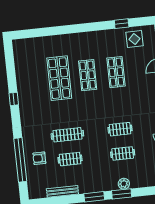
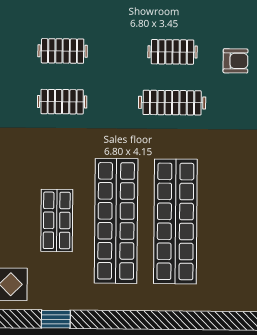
window: (122, 24) -> (56, 319), moved
shop shelf: (88, 75) -> (116, 221), width x2.00, depth x1.36
shop shelf: (59, 78) -> (175, 221), width x1.40

